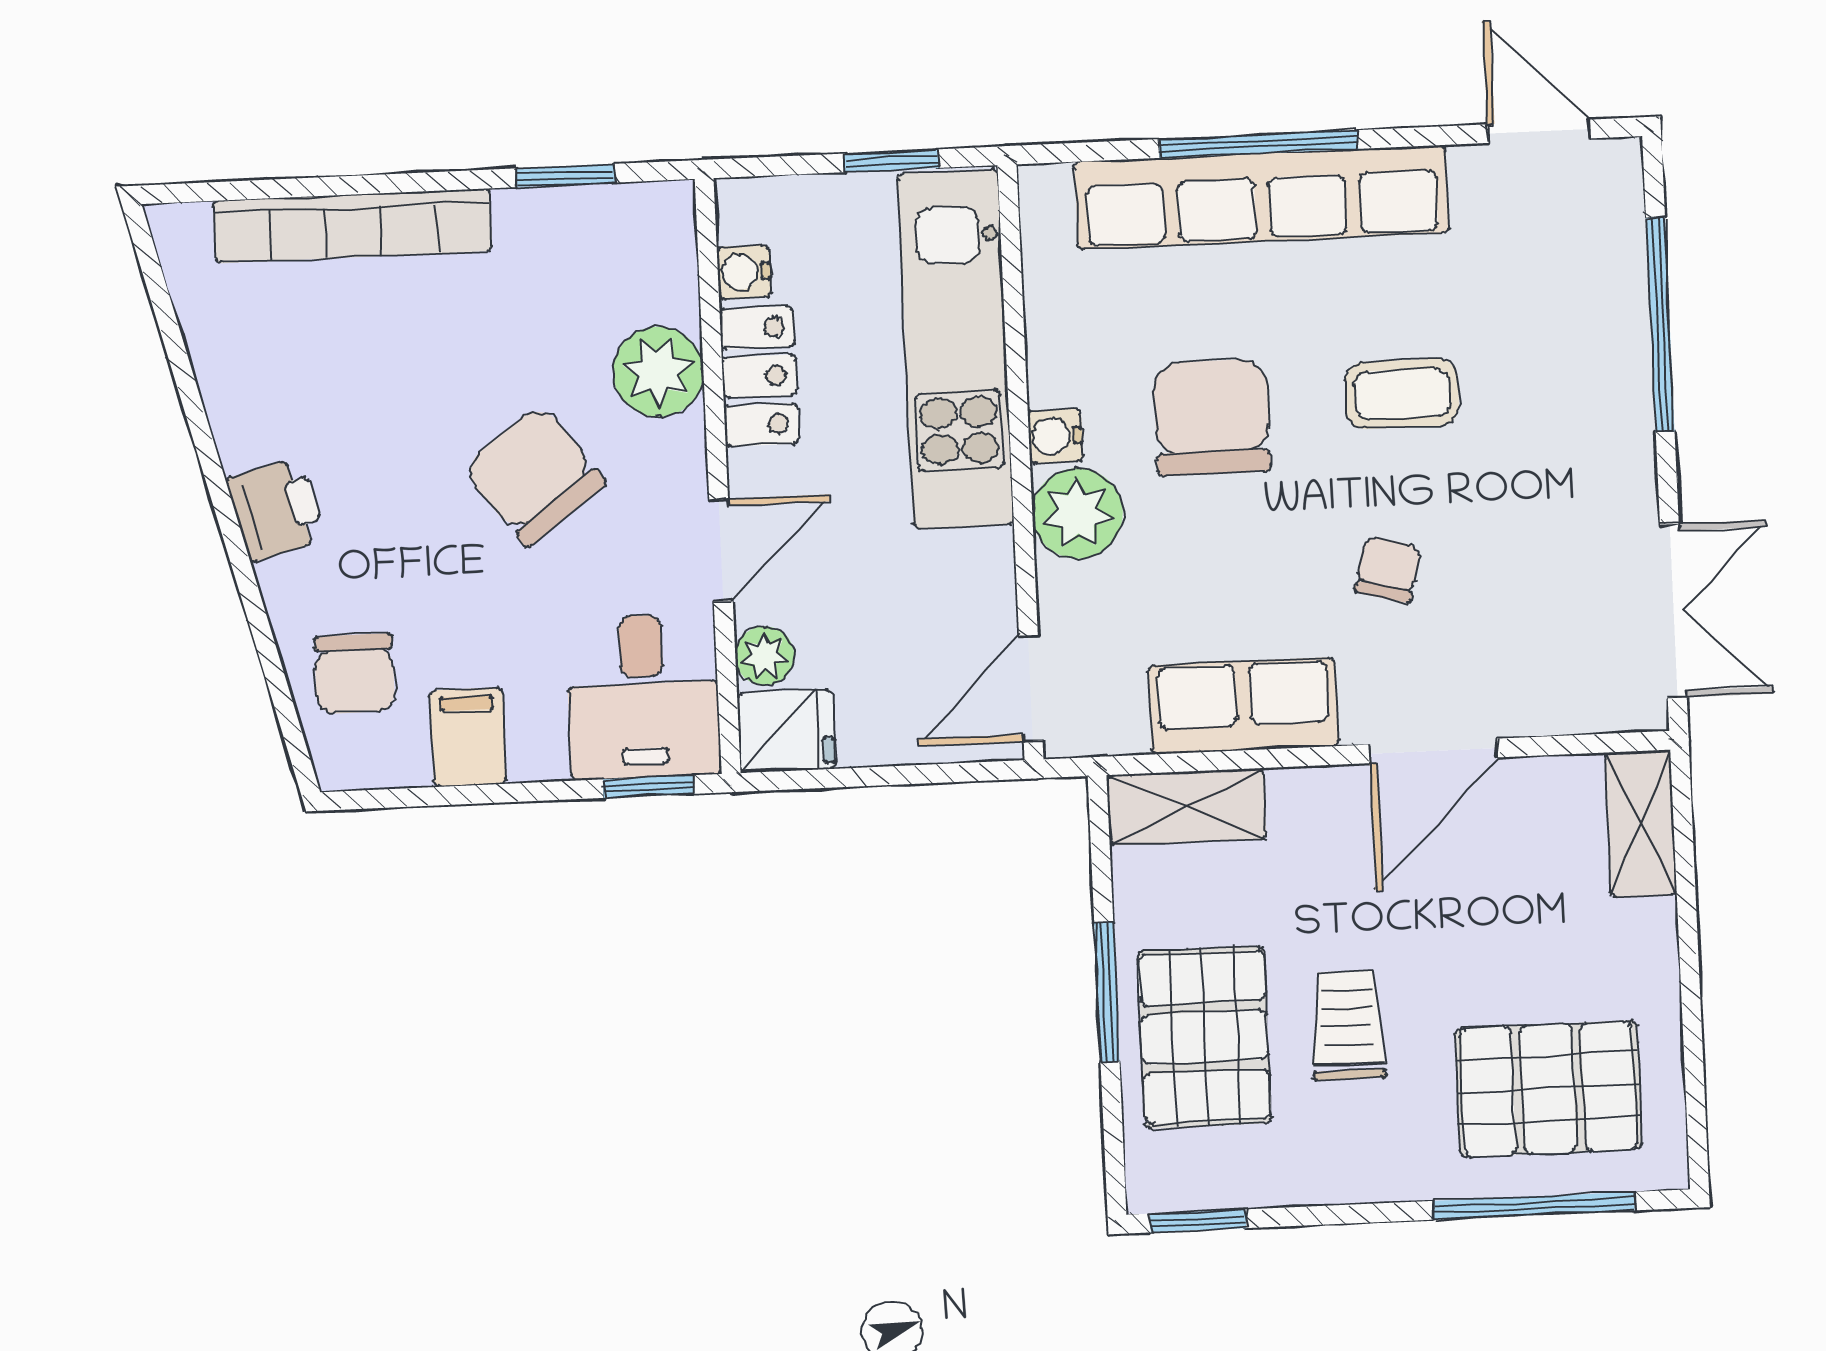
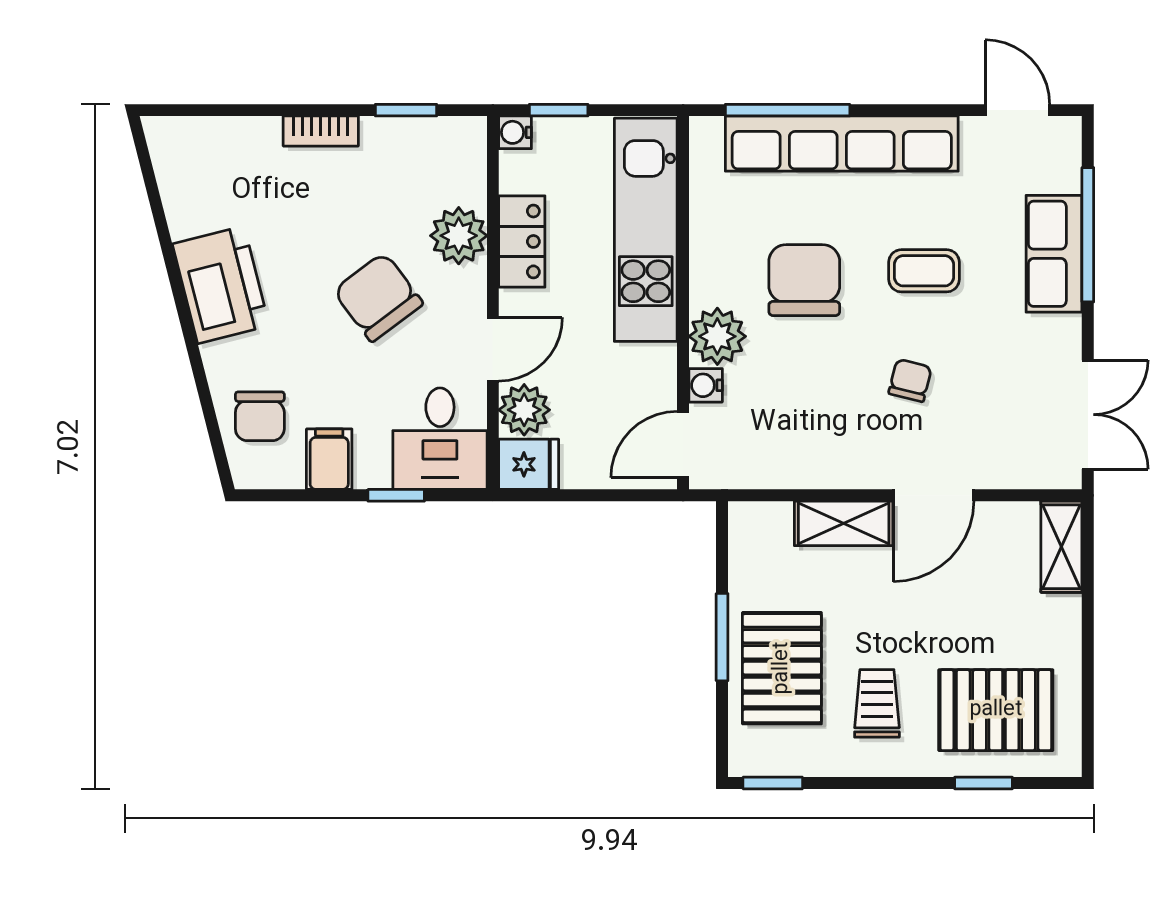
window: (1258, 144) -> (788, 110), moved
window: (891, 161) -> (559, 110), moved
bookcase: (353, 226) -> (321, 131), width x0.43, depth x0.76
water cooler: (744, 272) -> (515, 132), moved
water cooler: (1055, 436) -> (706, 385), moved
printer: (276, 509) -> (221, 285), width x1.87, depth x1.48
plant: (765, 656) -> (524, 410), width x1.38, depth x1.38
row of seats: (1243, 706) -> (1054, 254), moved, turned -90
window: (649, 787) -> (396, 495), moved
shelving: (1186, 807) -> (844, 523), moved
trolley: (1348, 1025) -> (877, 703), moved
window: (1534, 1206) -> (984, 783), width x0.46

